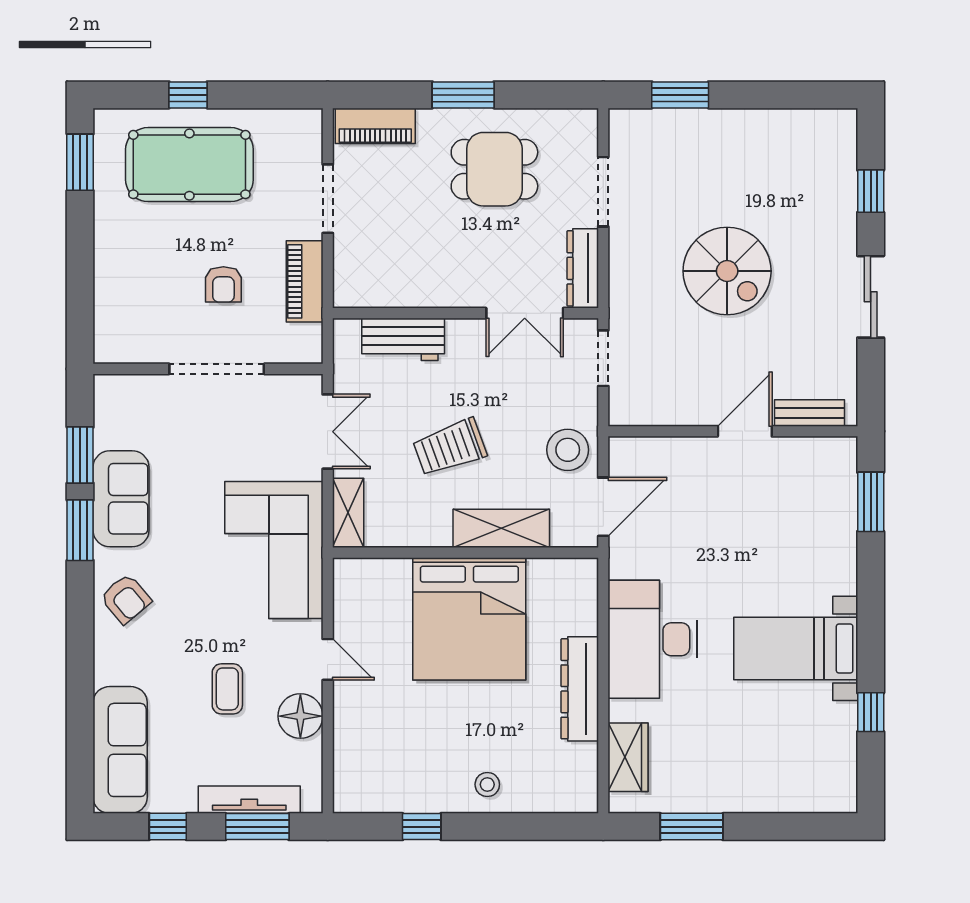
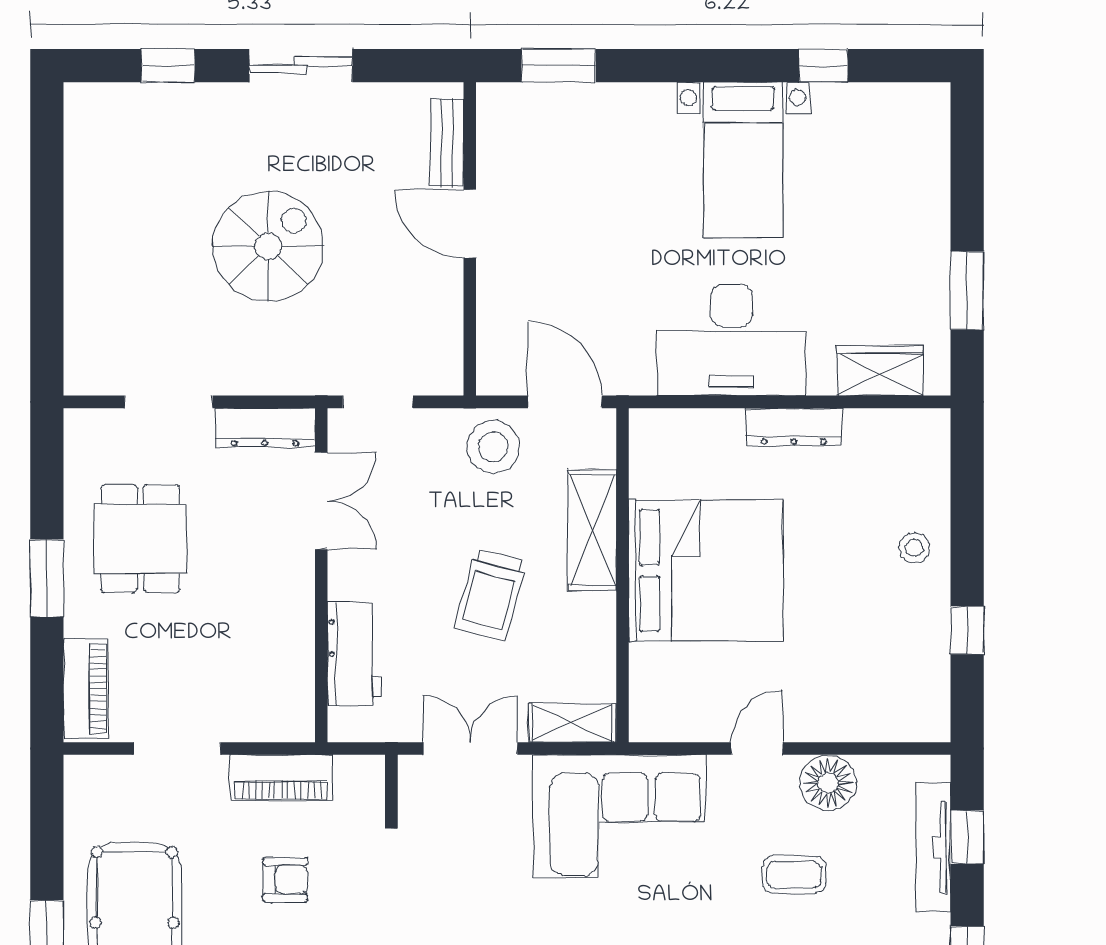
window: (680, 95) -> (47, 305), removed
trolley: (450, 447) -> (490, 595), turned 35
dresser: (580, 689) -> (794, 427), width x0.73, depth x0.80
window: (257, 827) -> (967, 837), width x0.67

